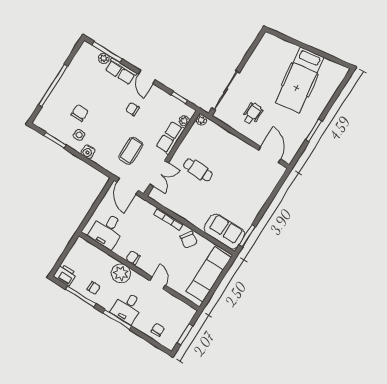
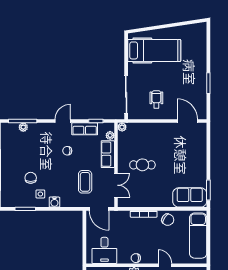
row of seats: (121, 71) -> (85, 129), moved
door: (147, 77) -> (63, 121), swing flipped
hospital bed: (300, 80) -> (154, 50), moved, turned -81

